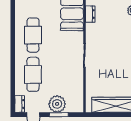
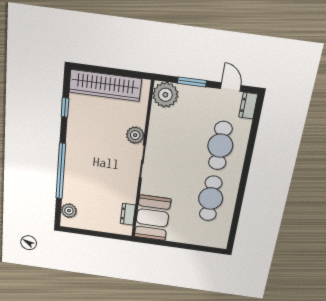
plant: (92, 74) -> (135, 135), added
plant: (57, 104) -> (165, 95), moved

